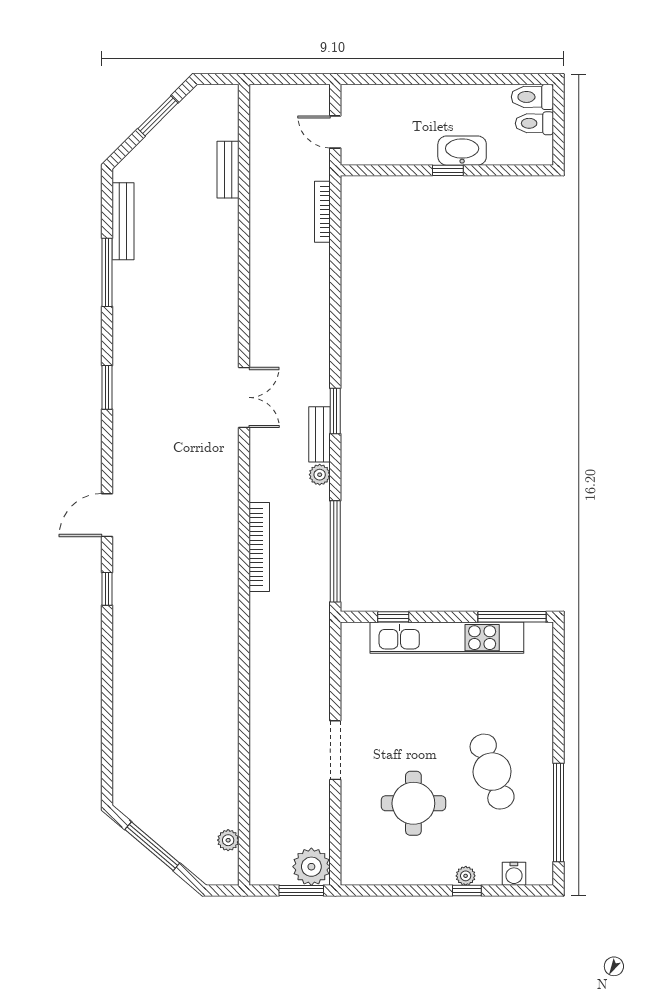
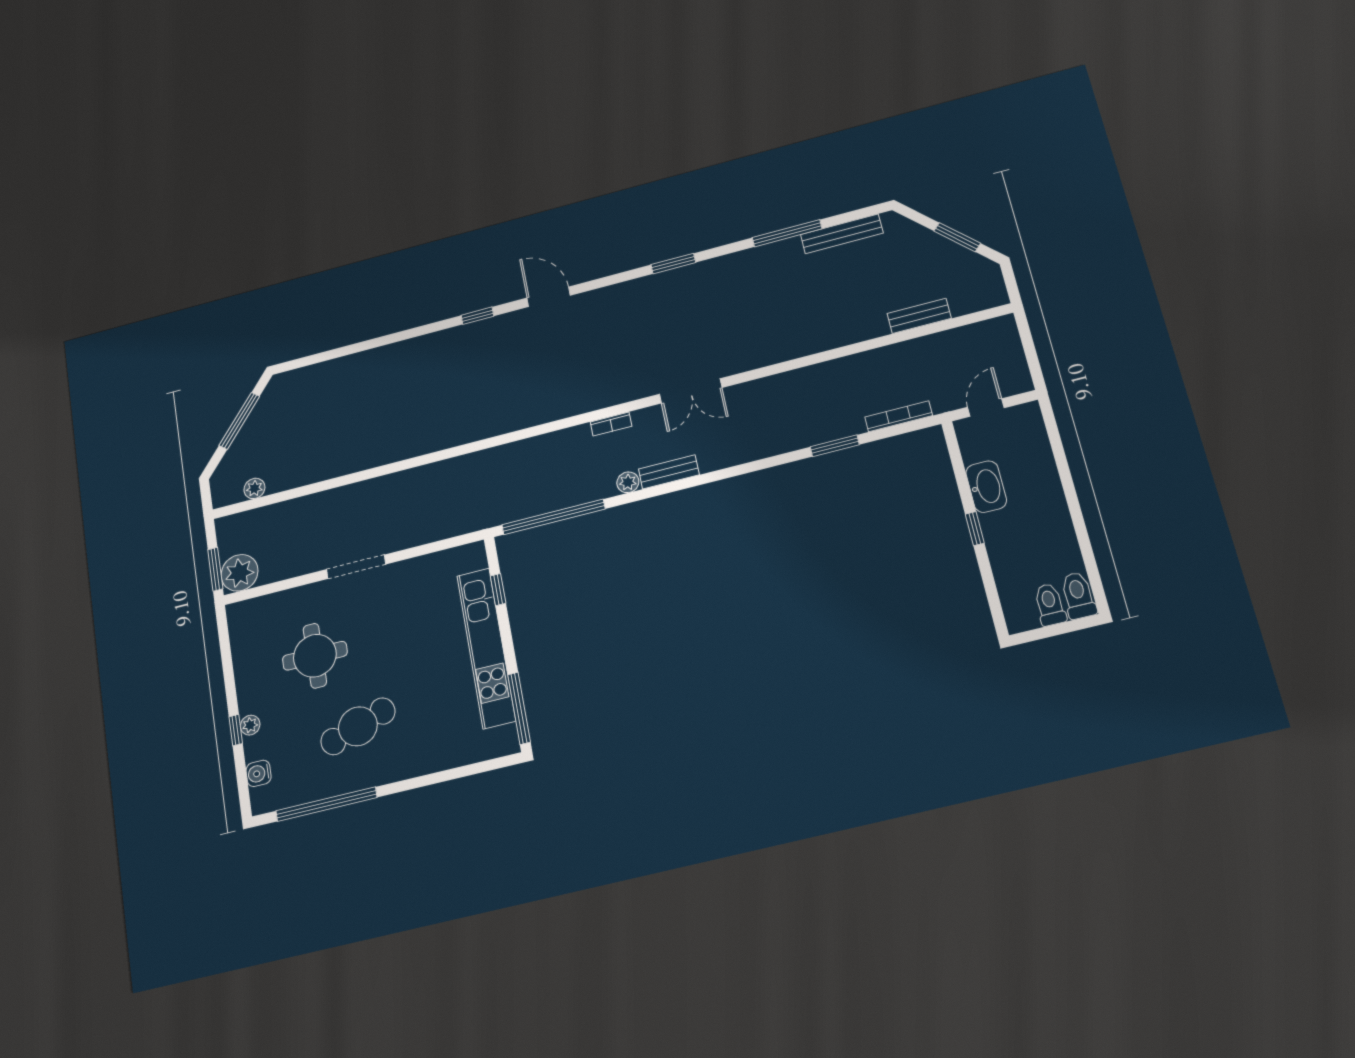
washbasin: (462, 151) -> (986, 487), moved
window: (335, 411) -> (835, 446), moved
bookcase: (259, 547) -> (611, 424), moved, width x0.43, depth x0.76

